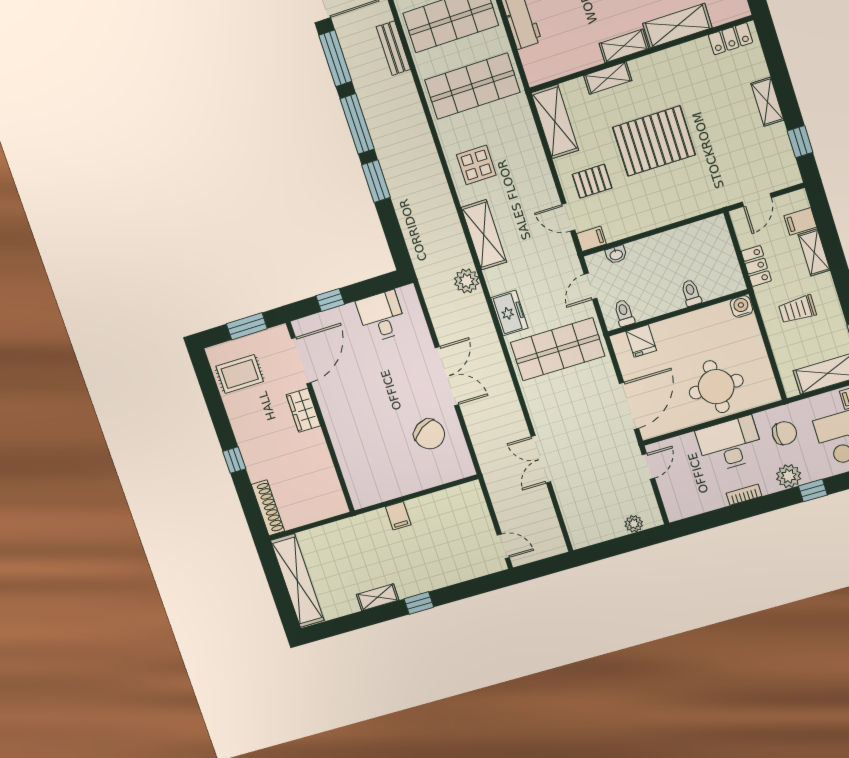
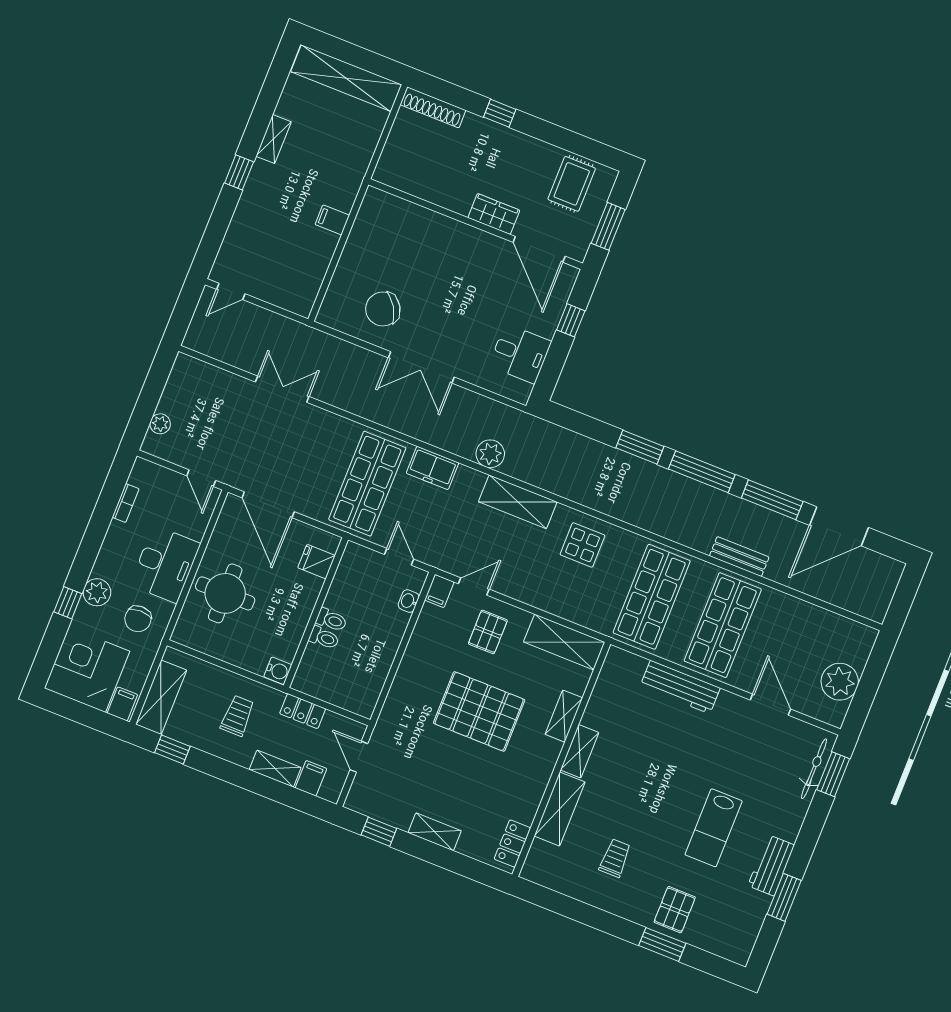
pallet: (654, 141) -> (479, 711), turned 90
toilet: (624, 313) -> (331, 620), moved
bookcase: (744, 495) -> (126, 503), moved

